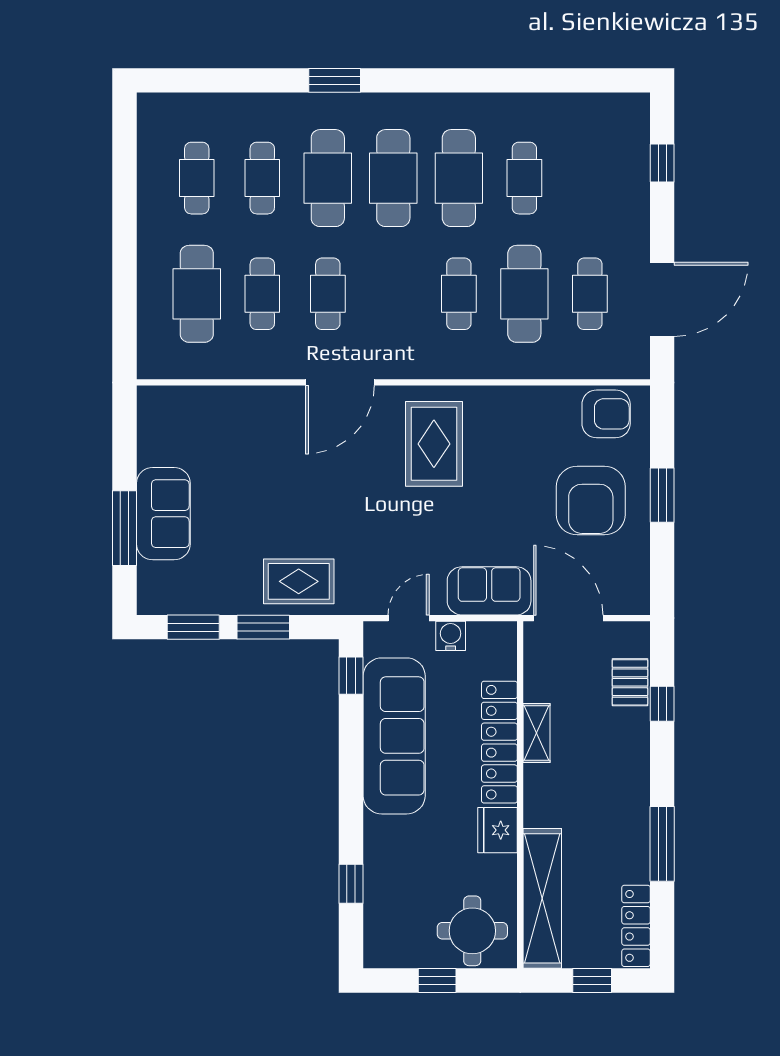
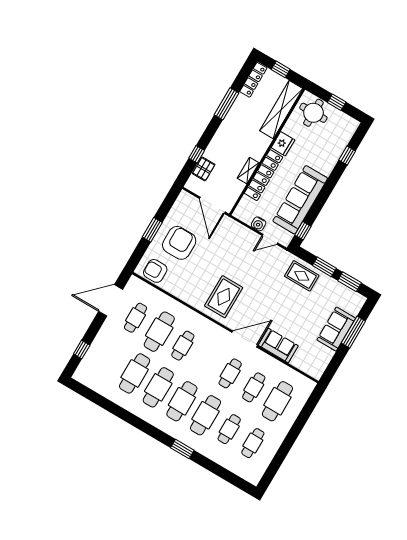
cafe table: (524, 178) -> (135, 373), width x1.37, depth x1.35
sofa: (489, 591) -> (278, 345), moved, turned 180

